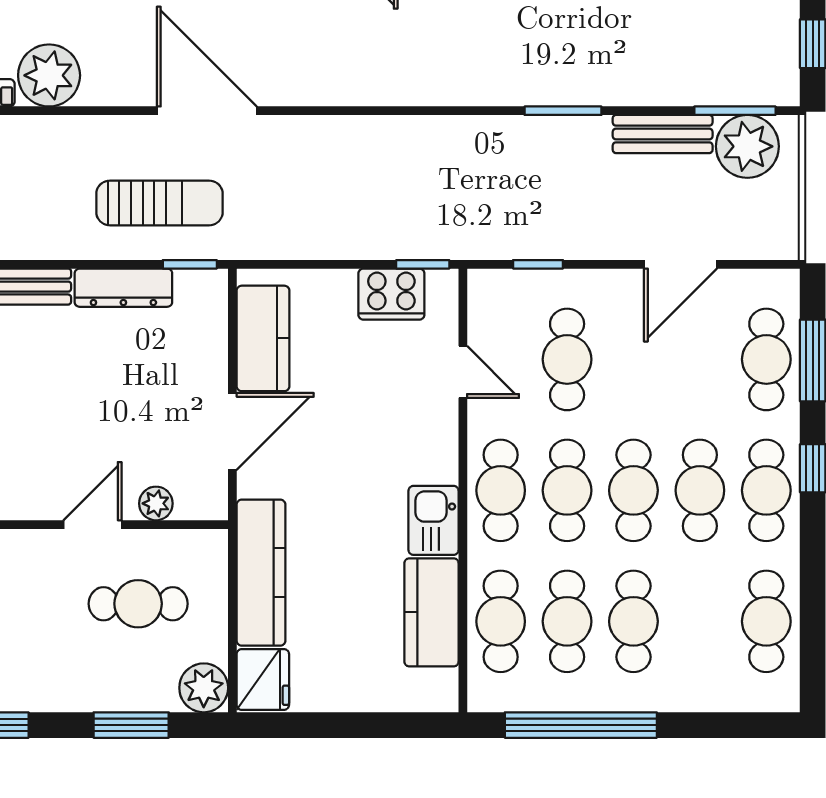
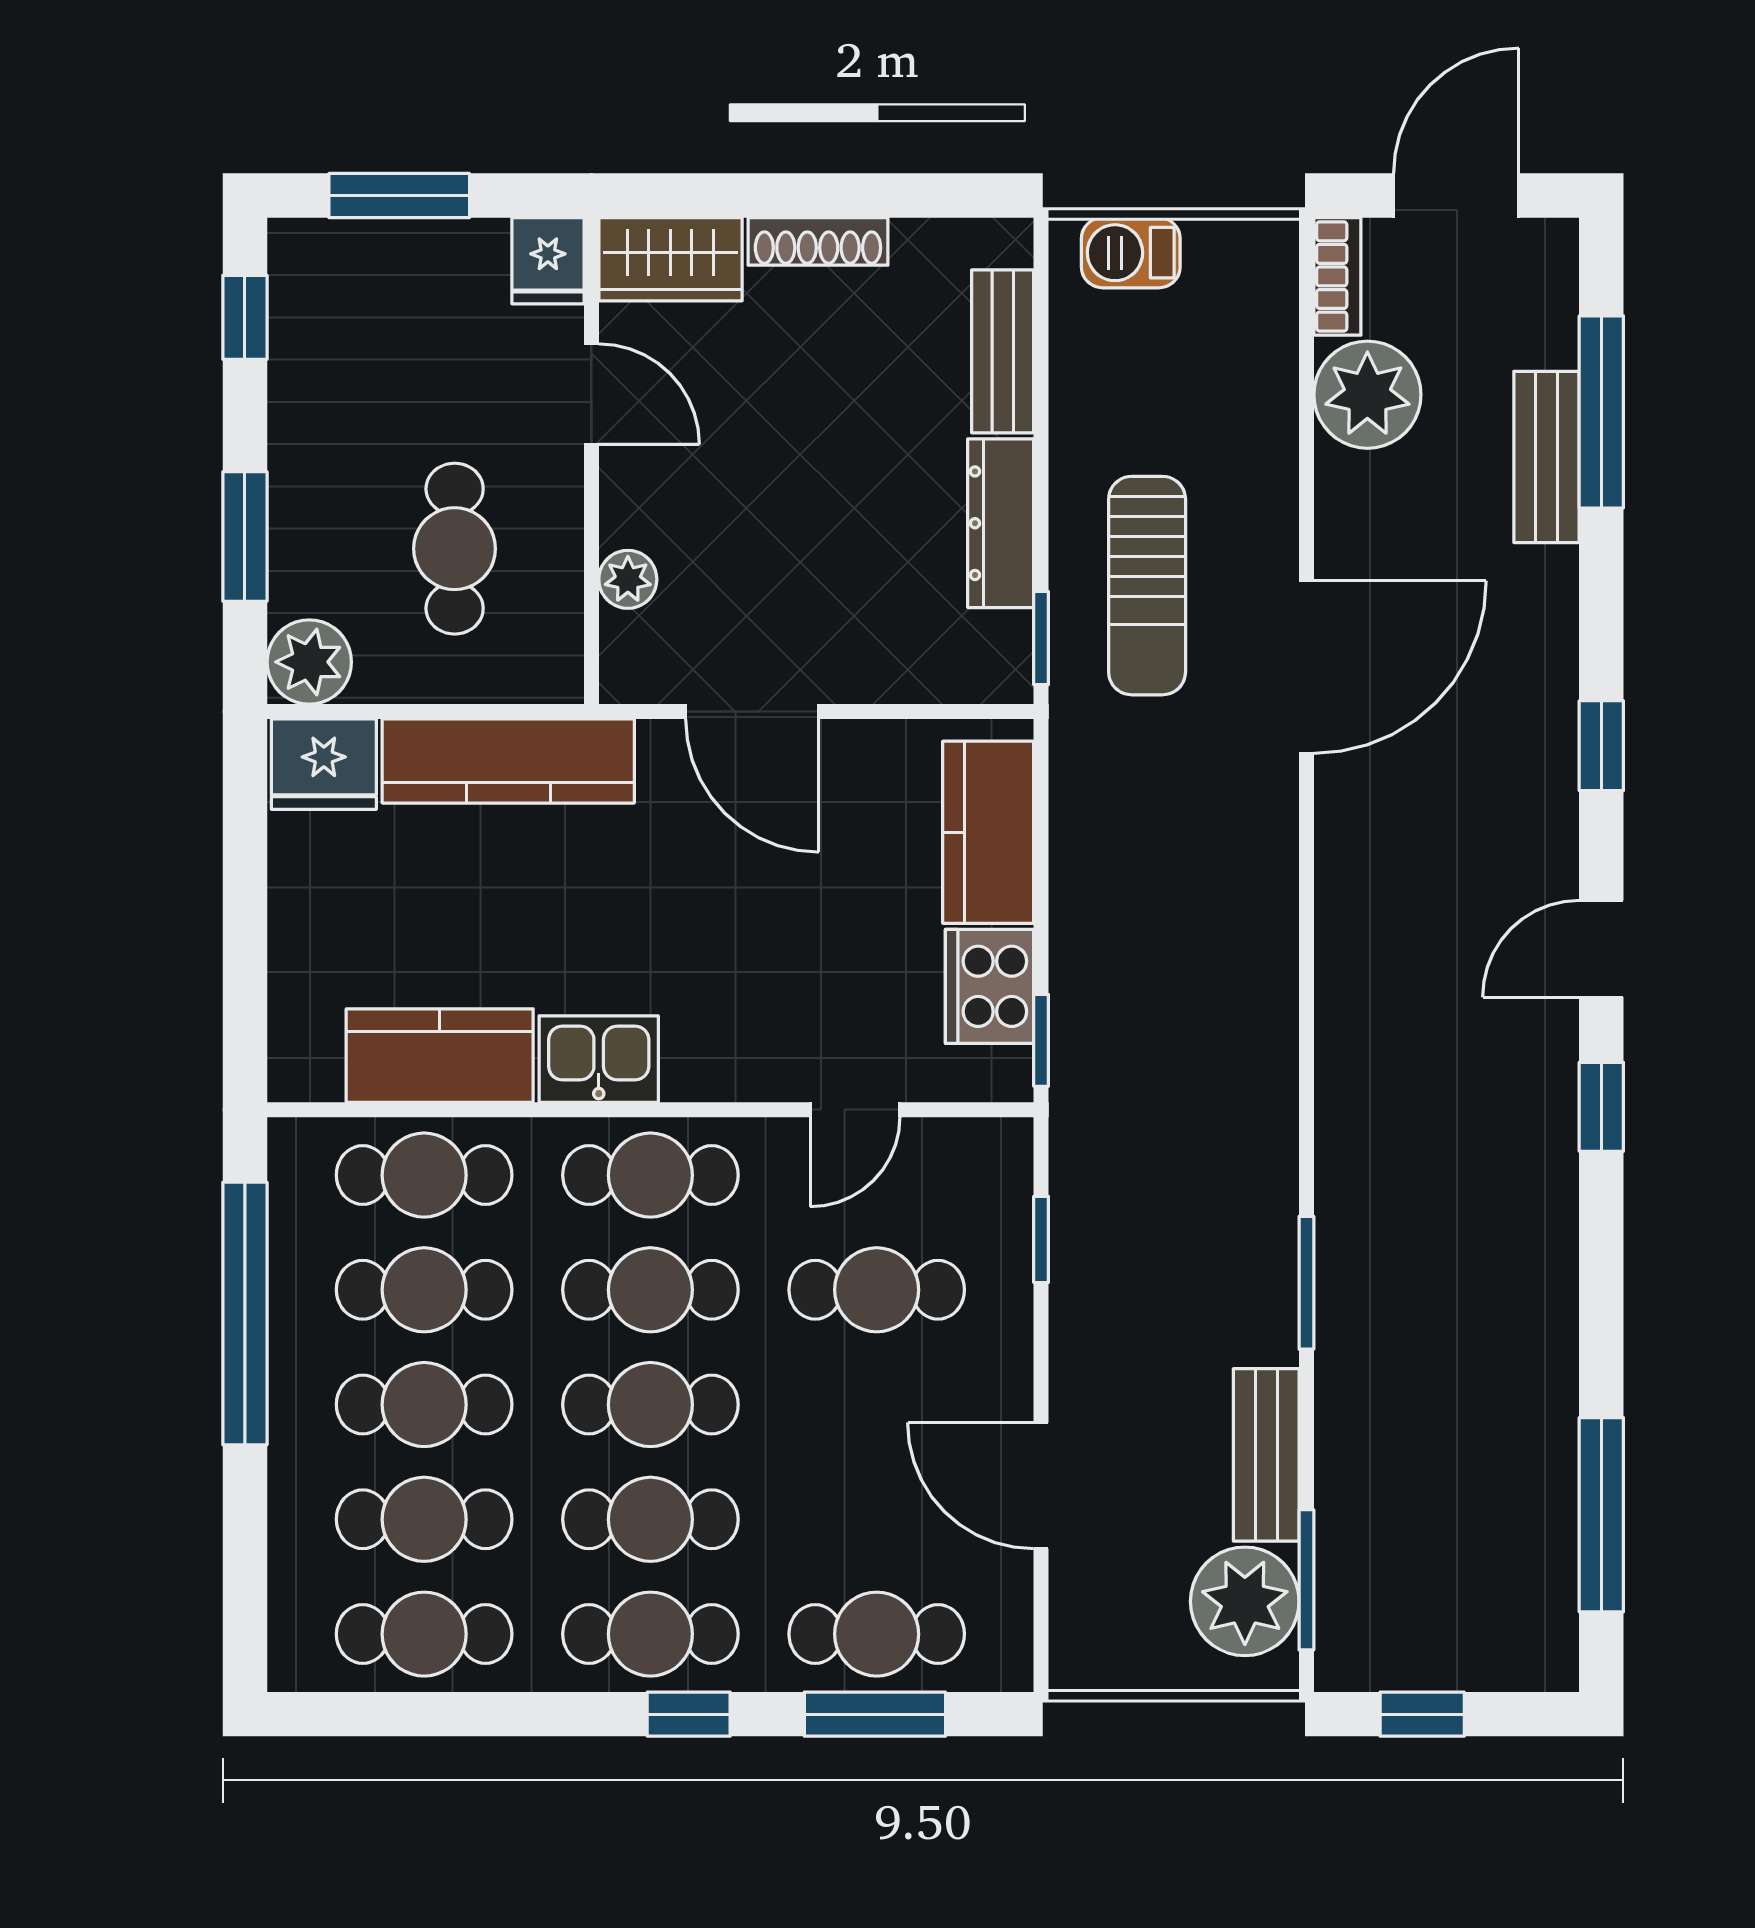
kitchen counter: (263, 338) -> (988, 832), moved, turned 90
door: (92, 525) -> (591, 394), moved
cafe table: (700, 621) -> (424, 1519), added

